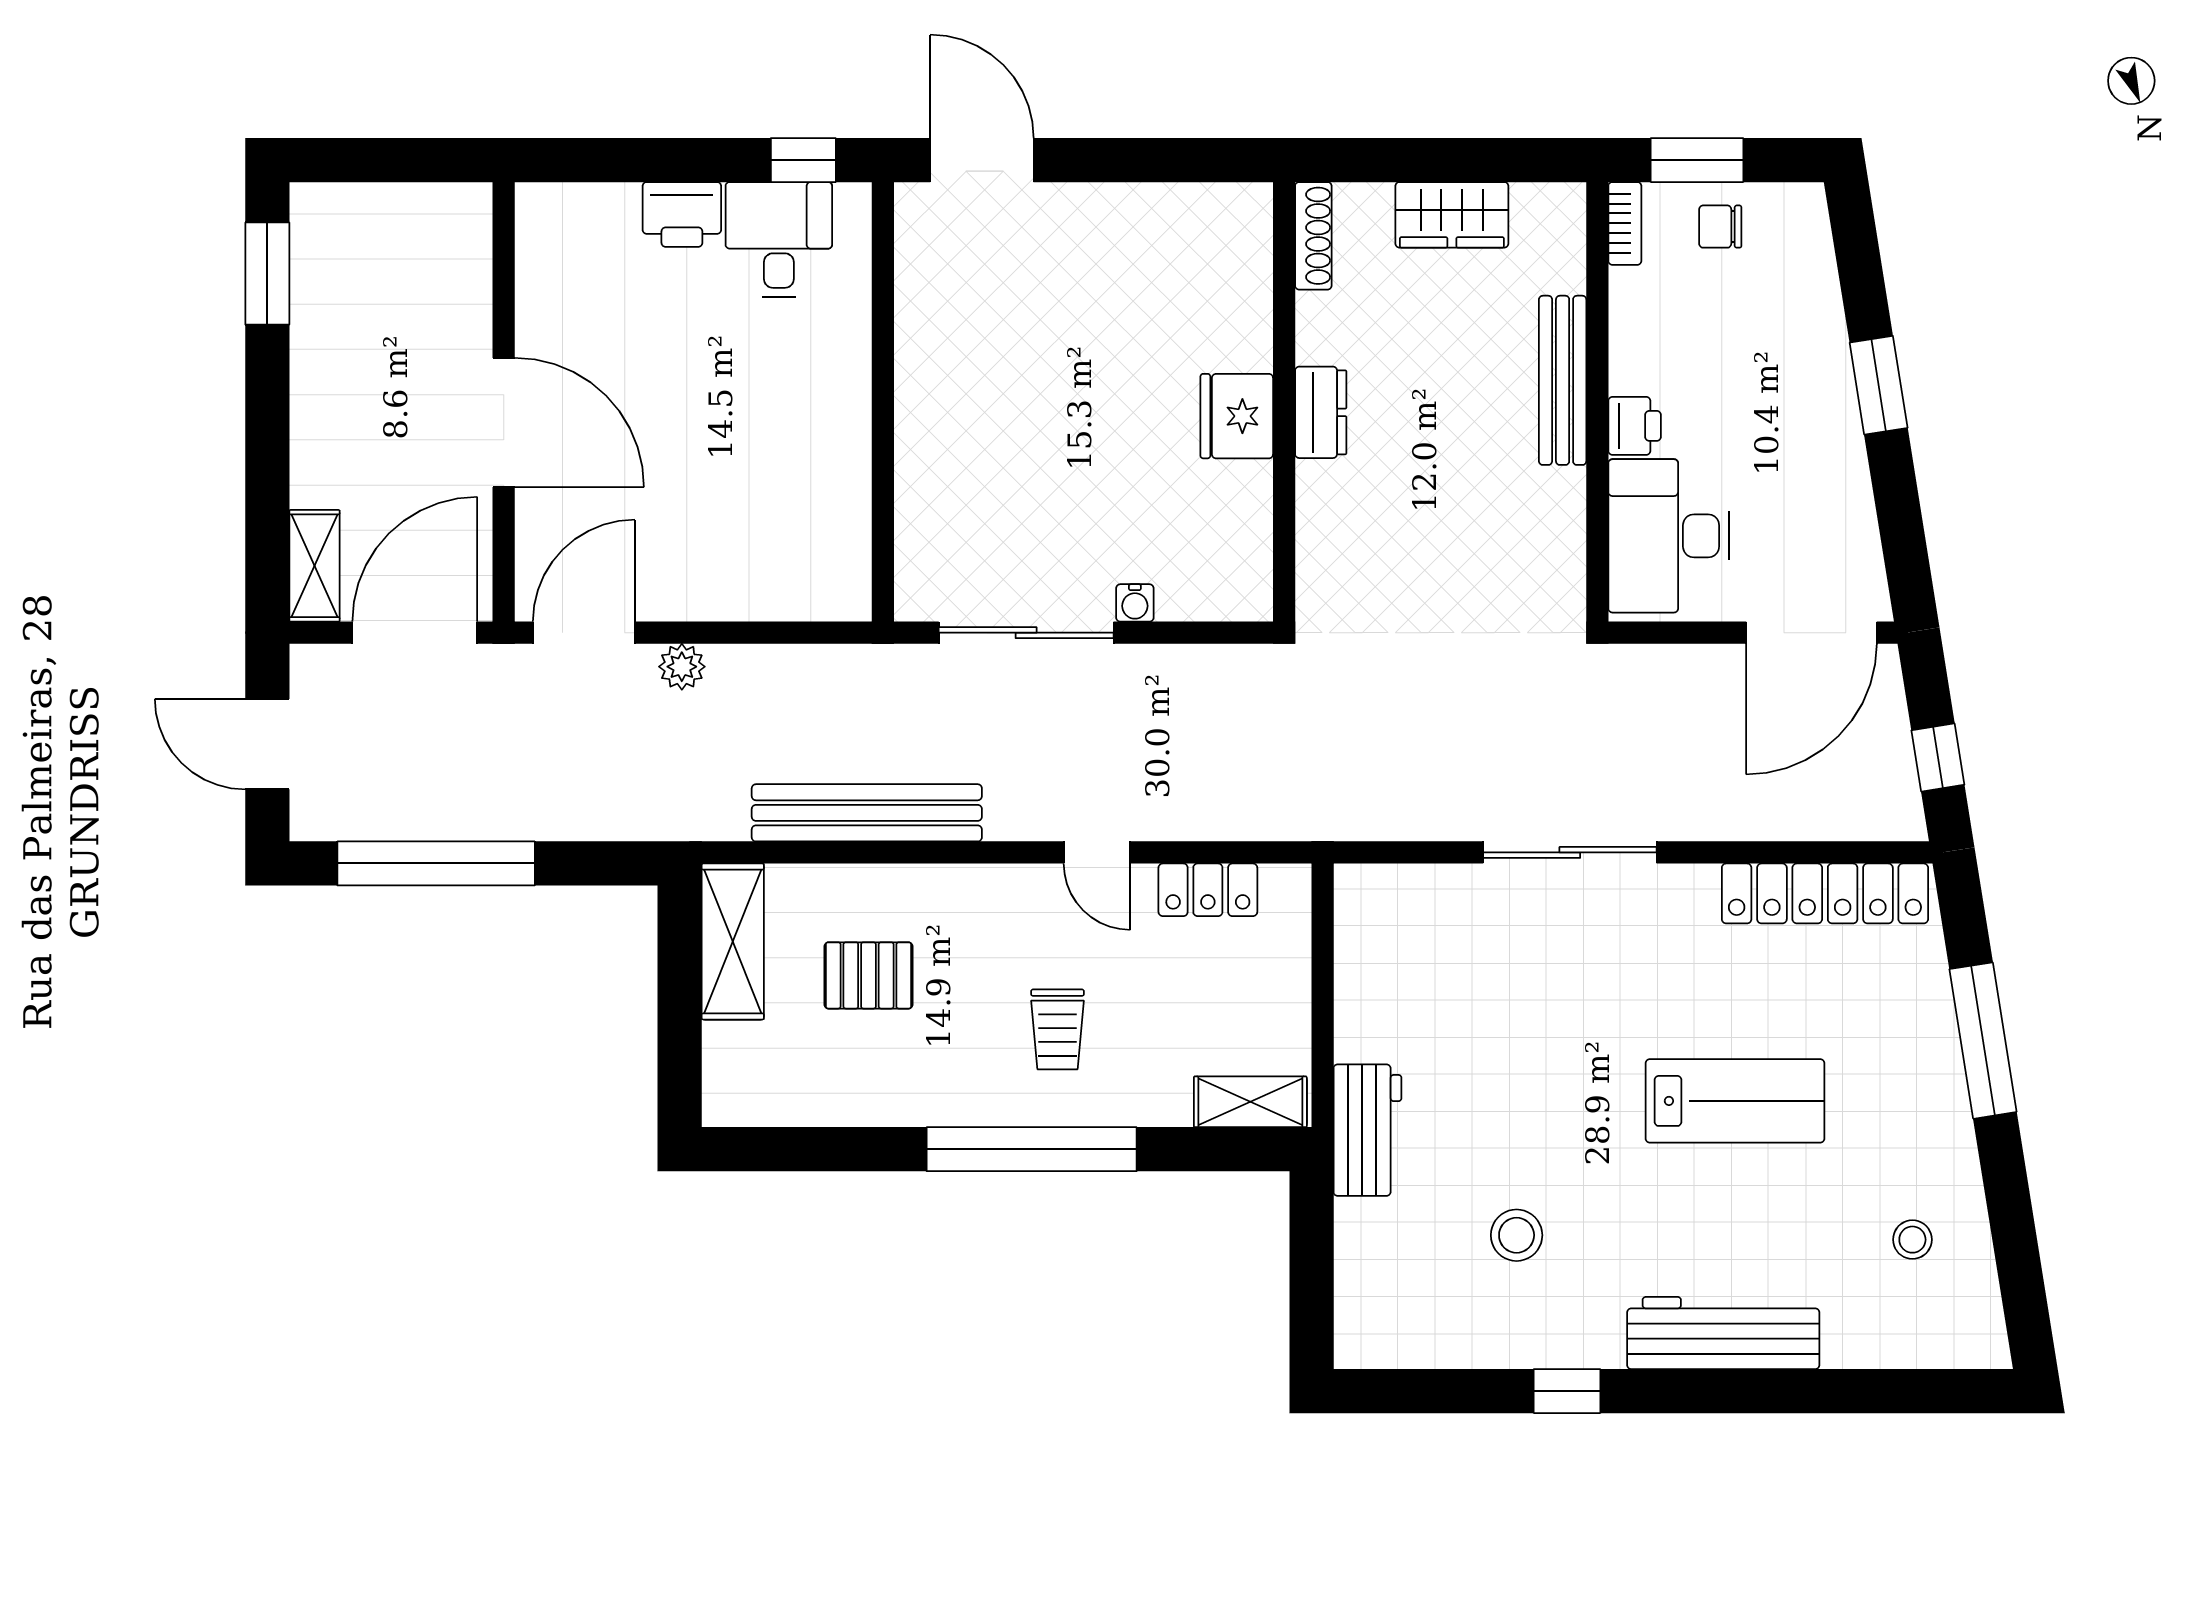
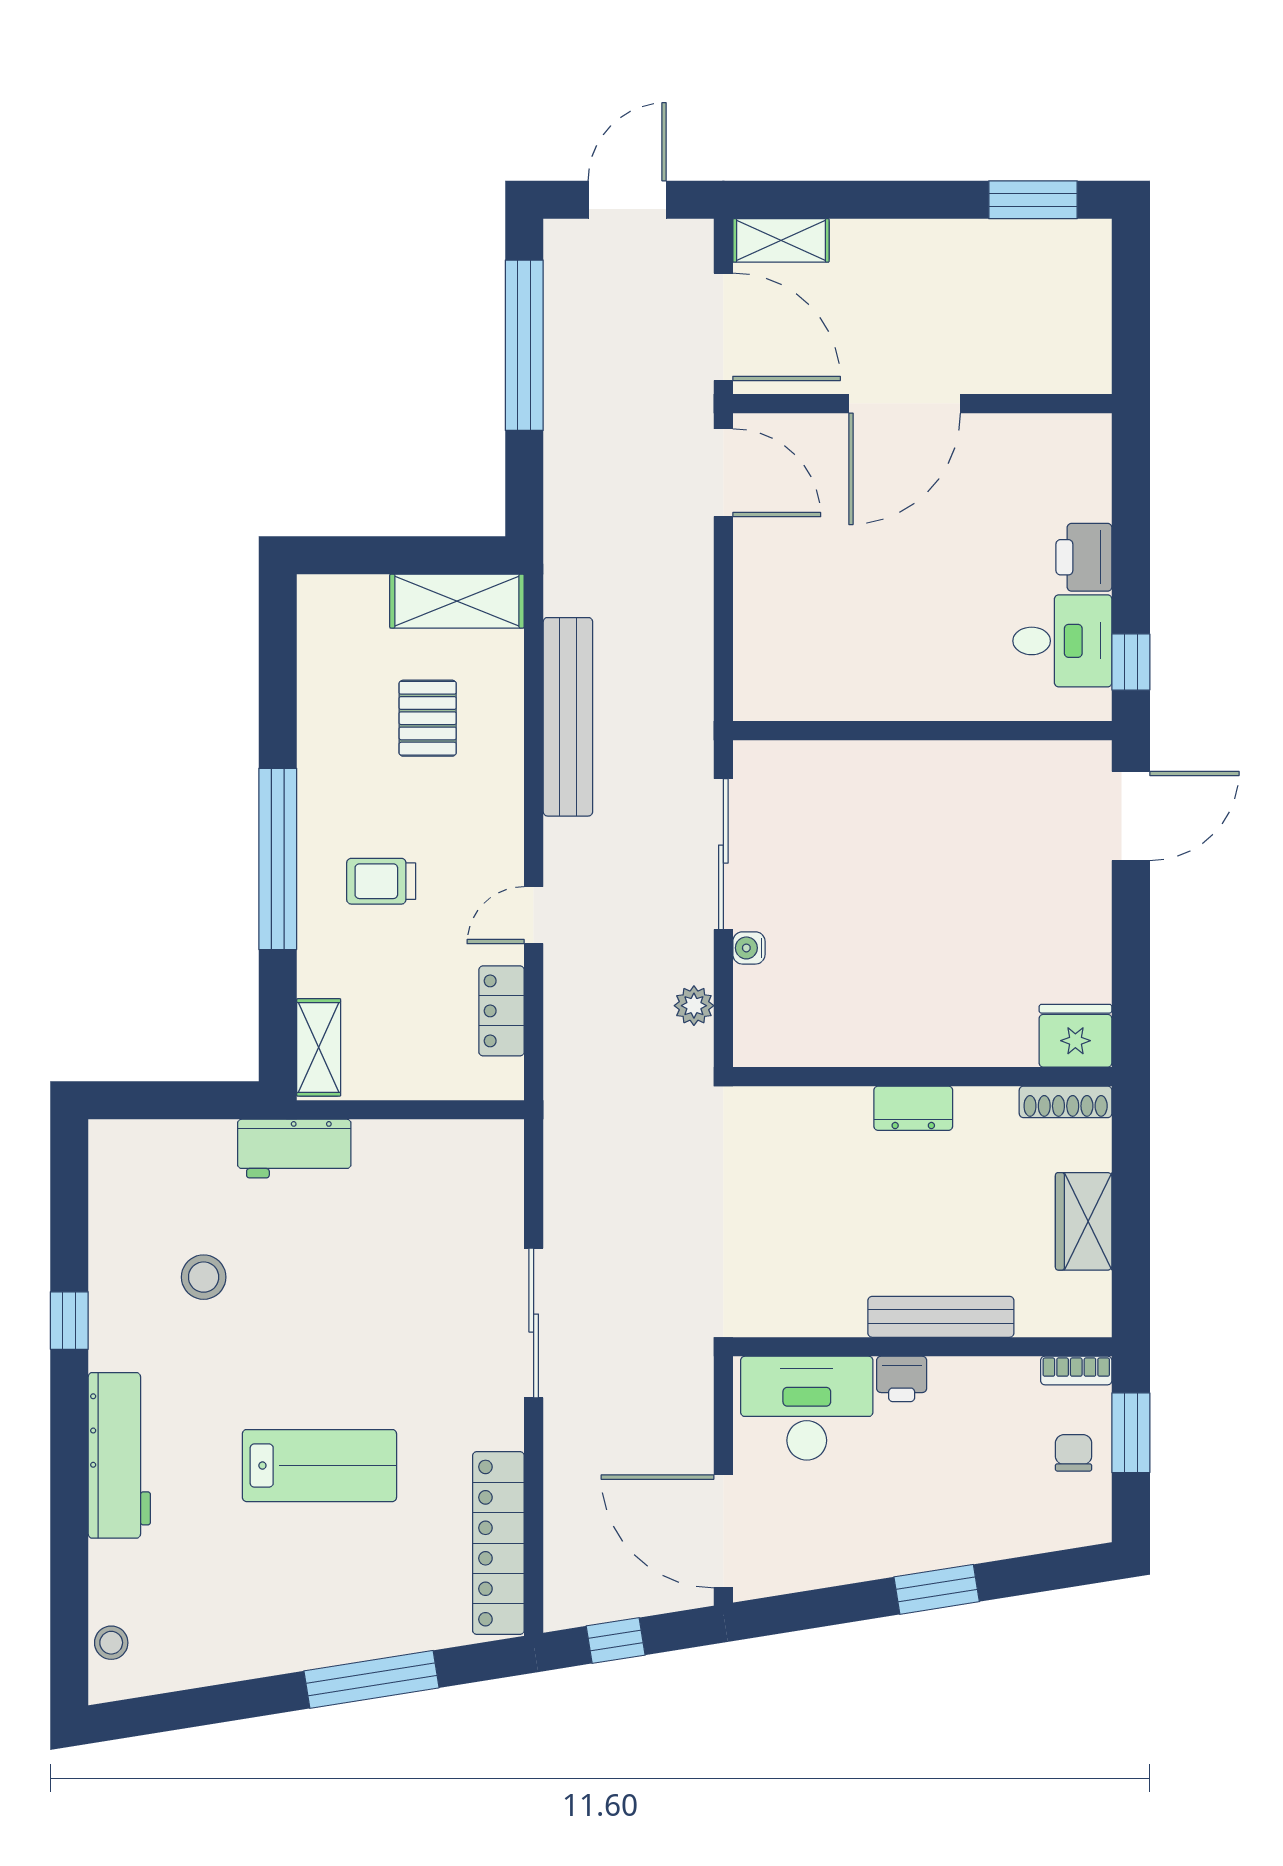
fridge: (1237, 416) -> (1075, 1036), moved
plant: (682, 667) -> (694, 1006), moved
lab bench: (1735, 1101) -> (319, 1466), turned -90
stool: (1912, 1240) -> (111, 1643), moved

